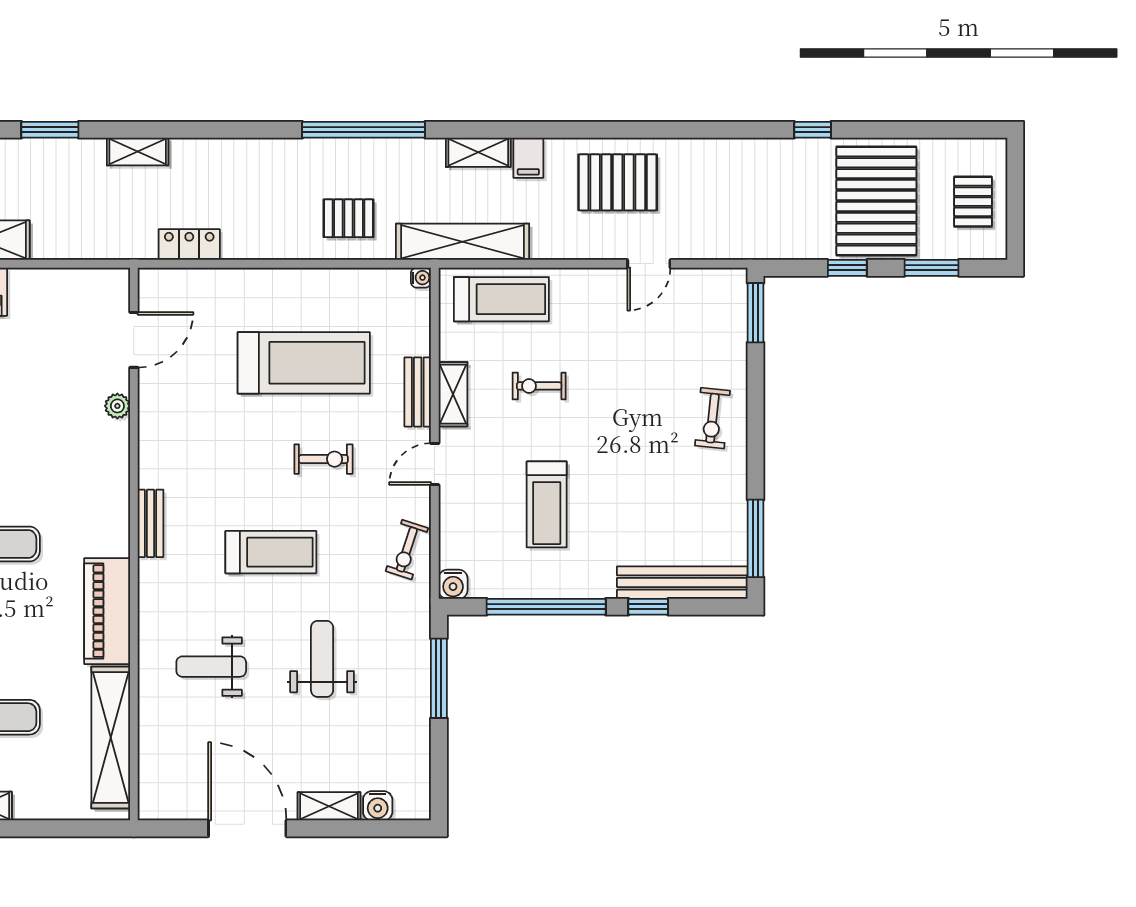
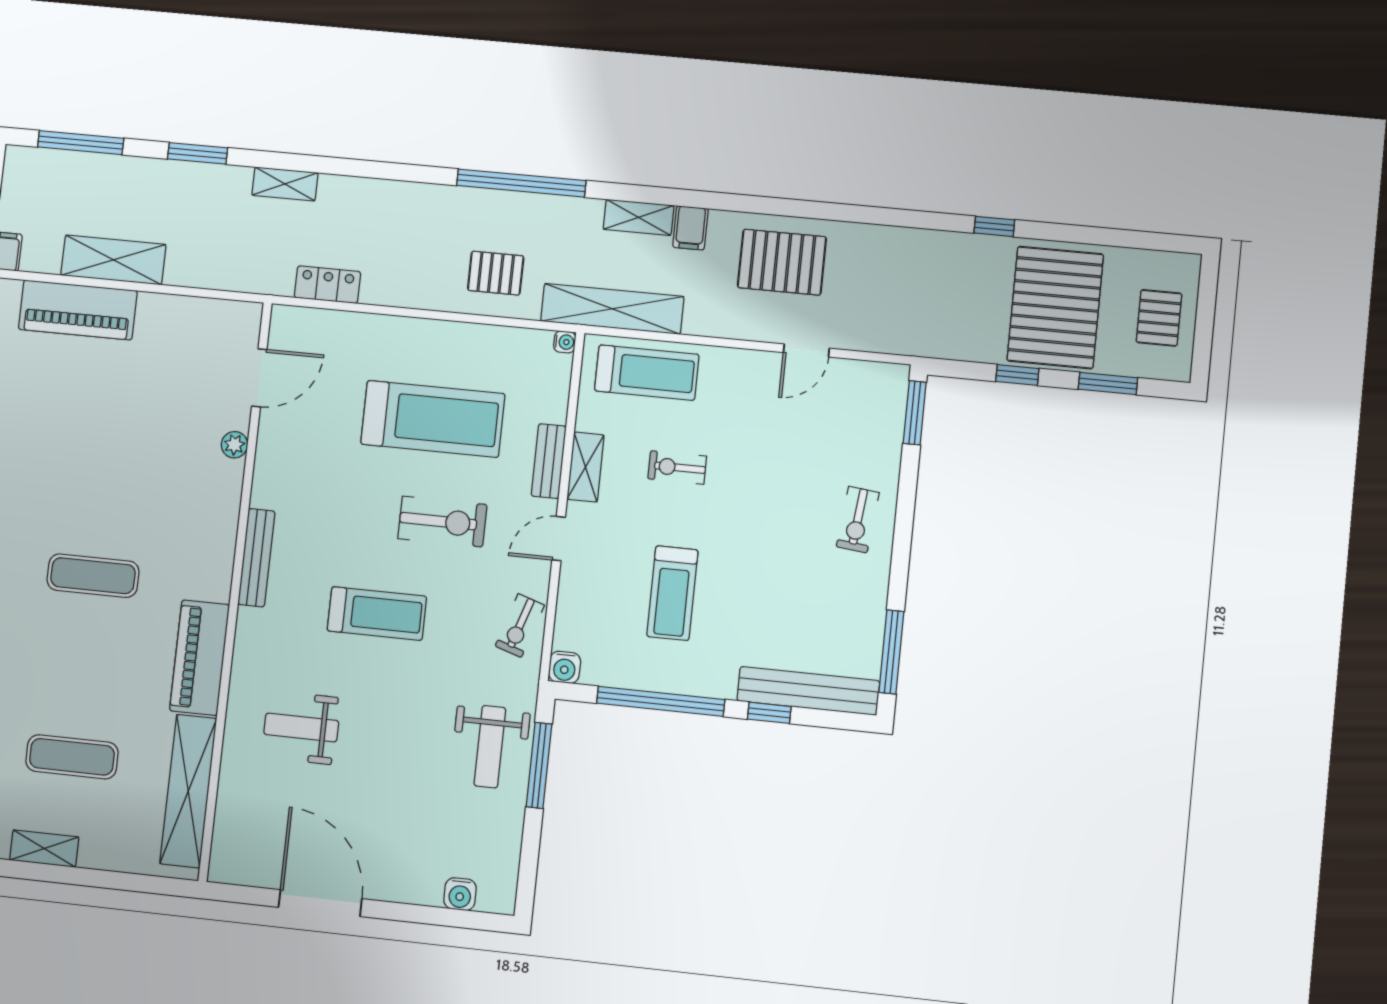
exercise bike: (323, 459) -> (442, 522), width x1.38, depth x1.39
bench: (151, 523) -> (256, 558), width x1.36
weight bench: (322, 659) -> (490, 747), moved, turned 180
shelving: (329, 806) -> (409, 889), removed

